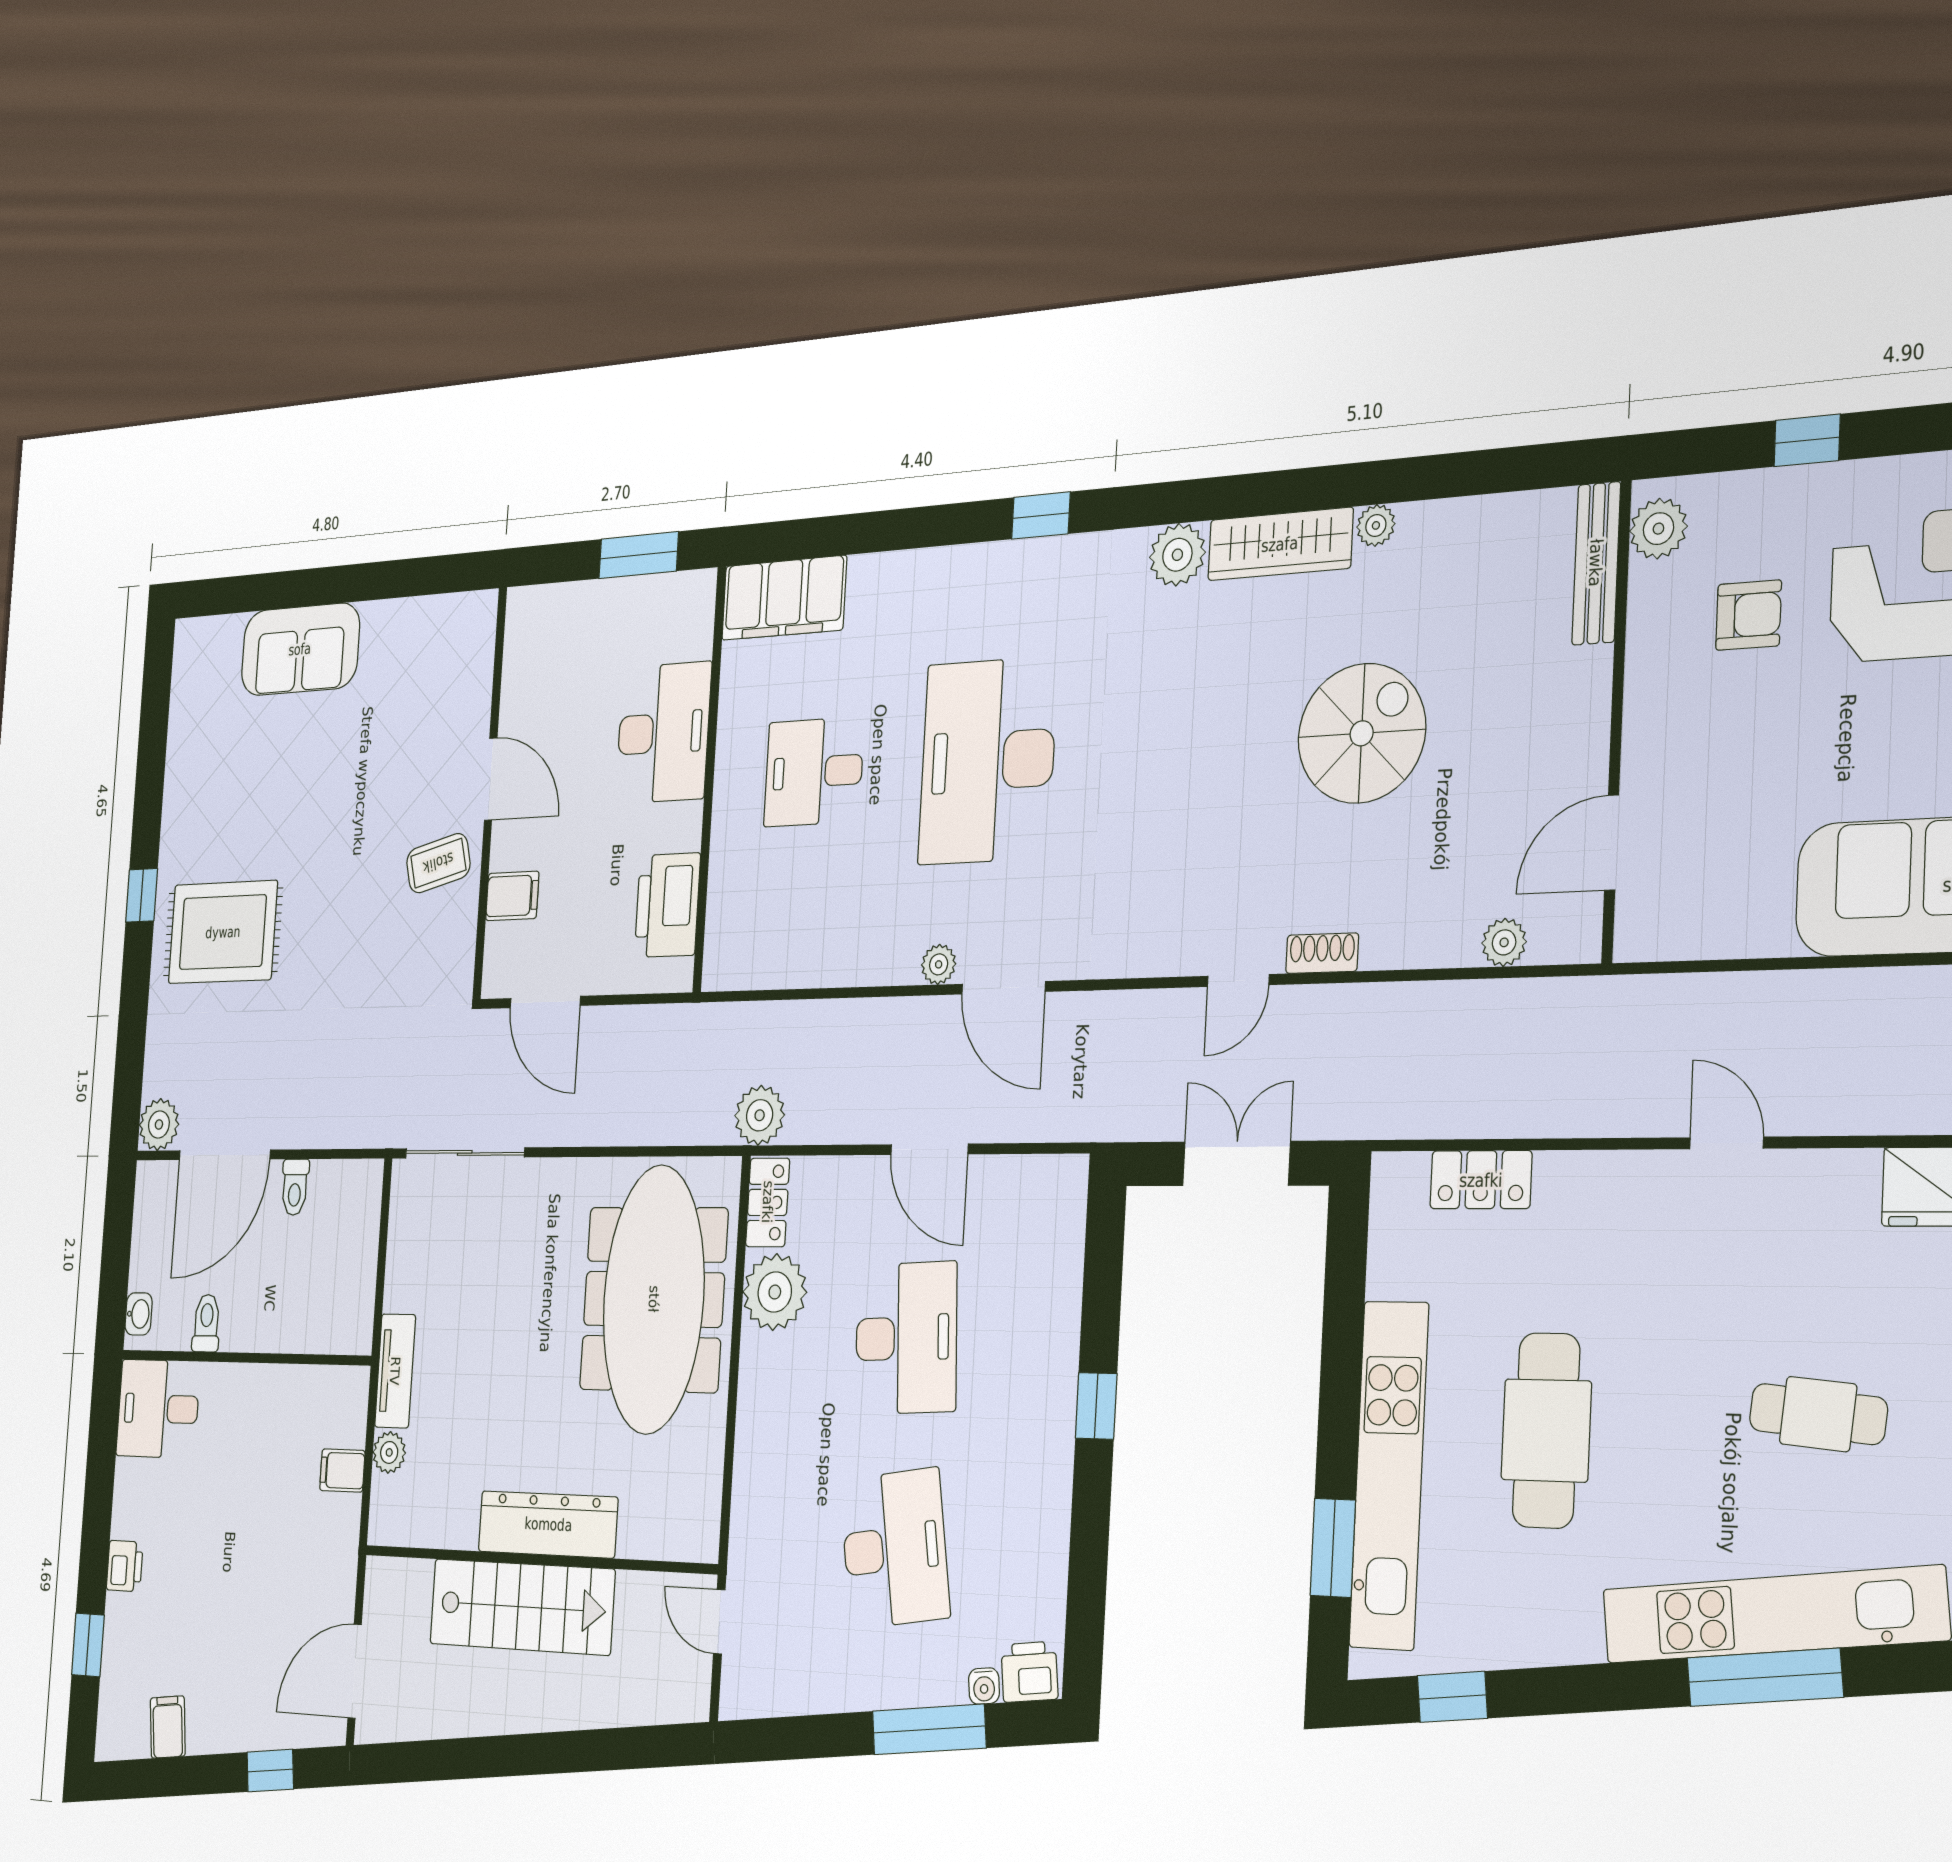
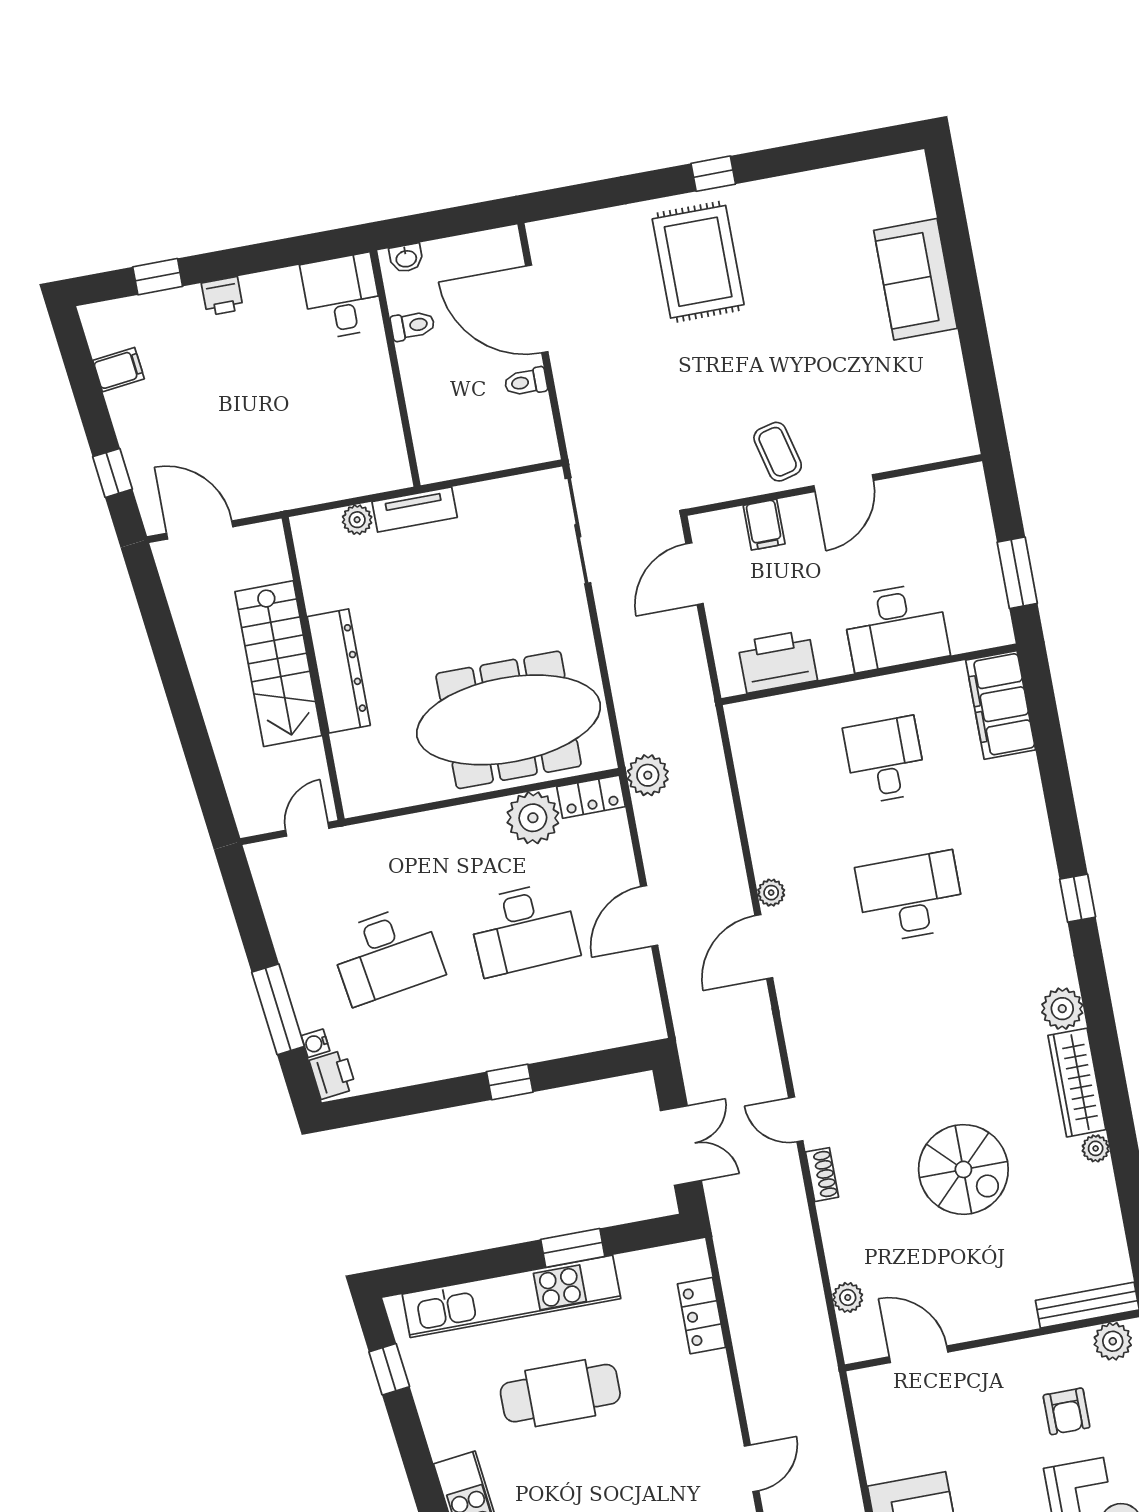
desk: (988, 761) -> (911, 897), width x0.73, depth x0.77
plant: (159, 1125) -> (547, 239), removed
filing cabinet: (342, 1471) -> (335, 481), removed
window: (1333, 1548) -> (573, 1248), moved

